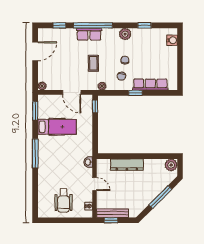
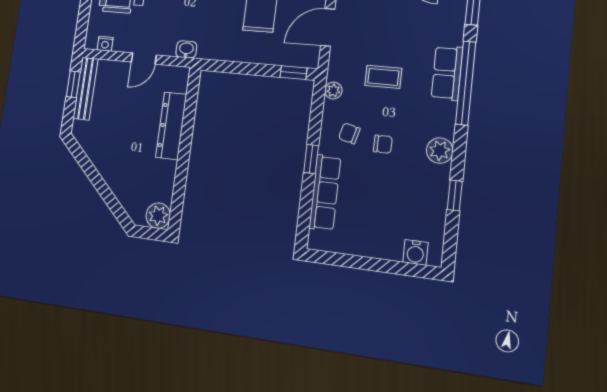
window: (160, 197) -> (101, 186), removed

